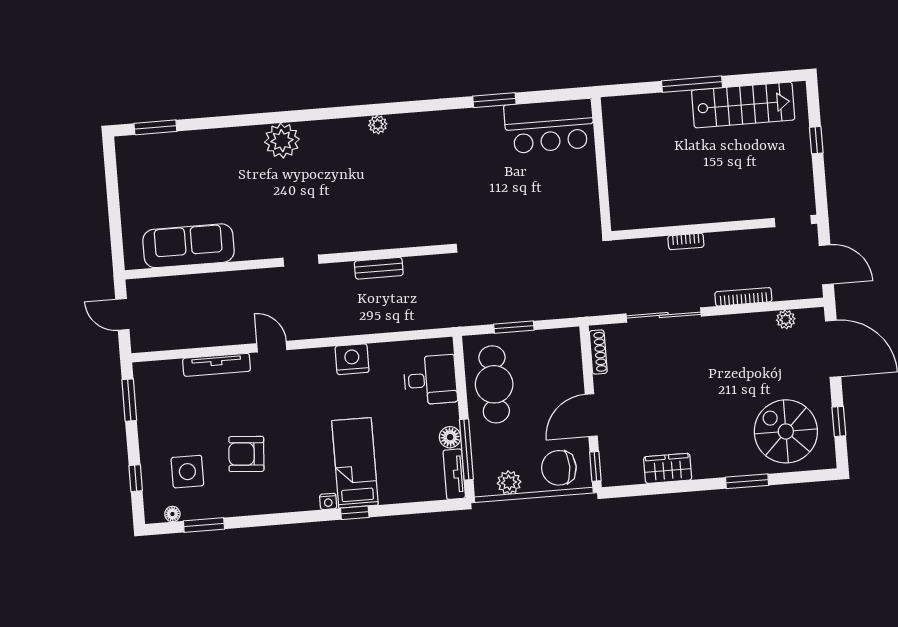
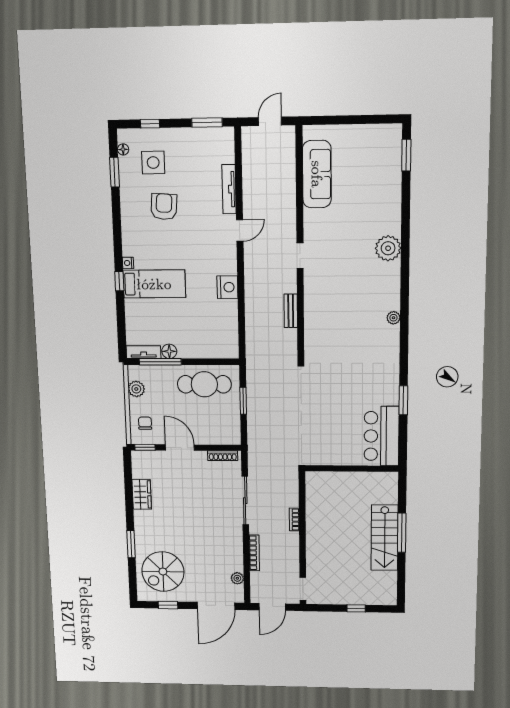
stairs: (743, 105) -> (385, 538), moved
desk: (430, 380) -> (210, 341), removed
spiral stairs: (786, 431) -> (163, 572), turned 180
chair: (559, 468) -> (145, 423), width x0.54, depth x0.54

